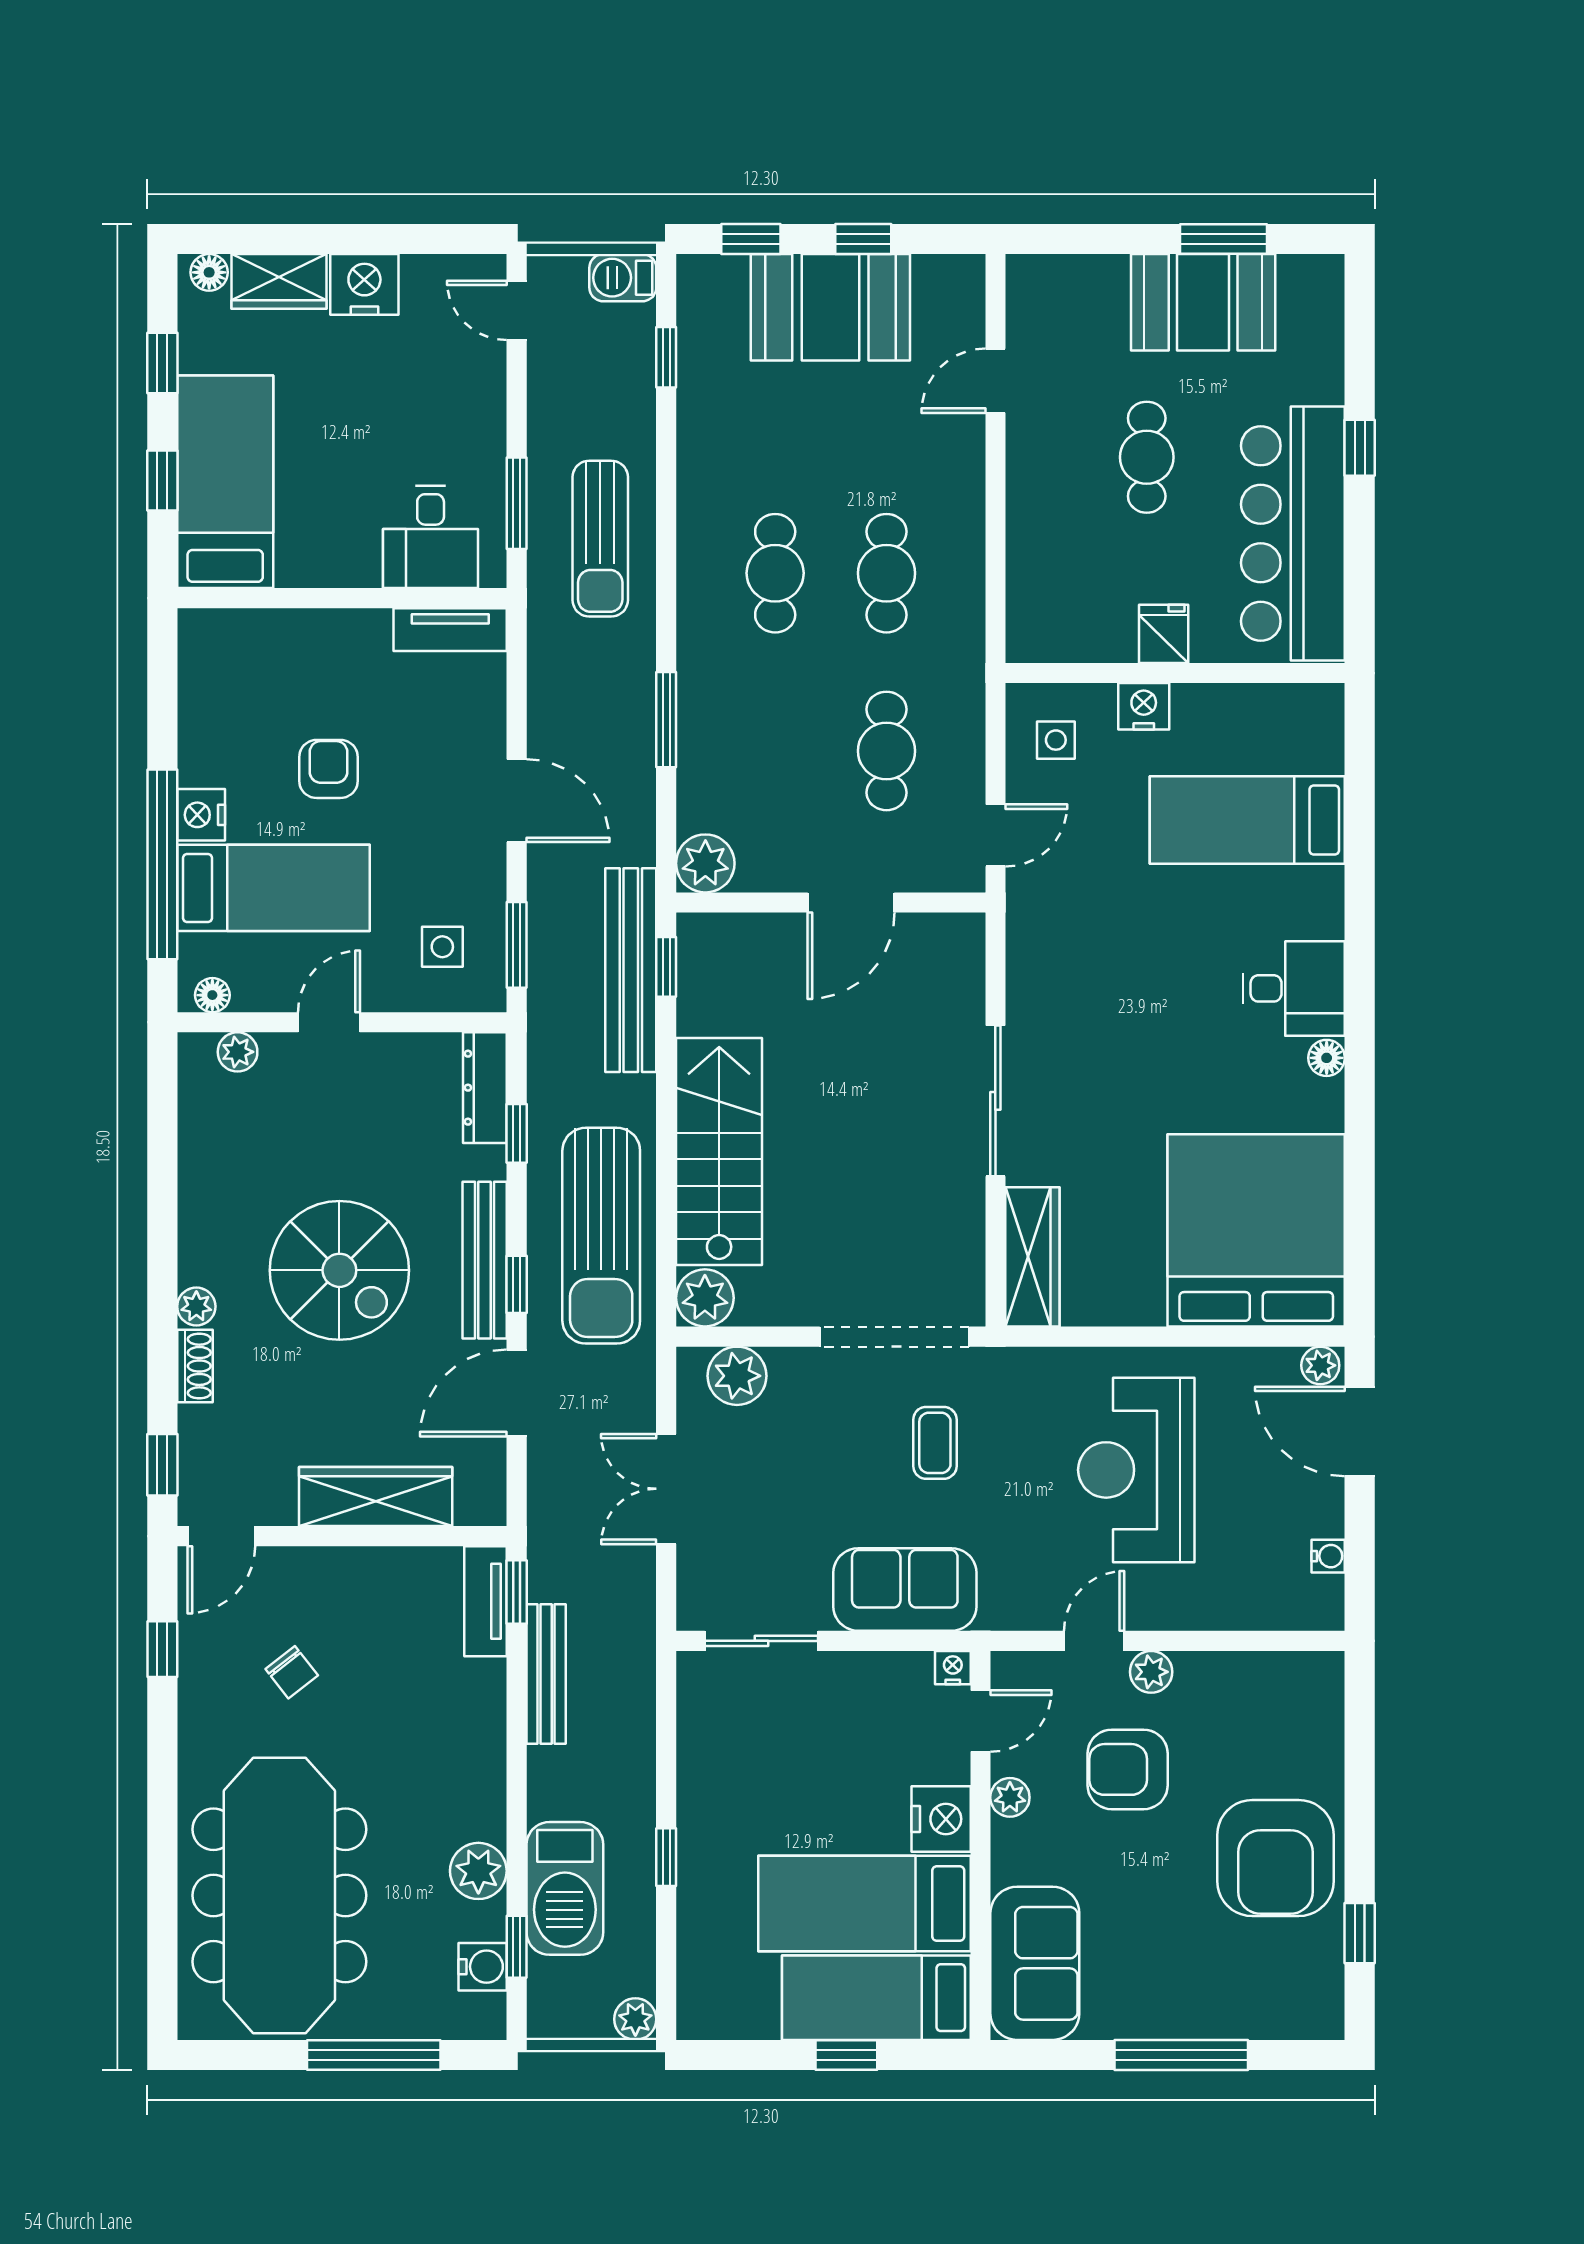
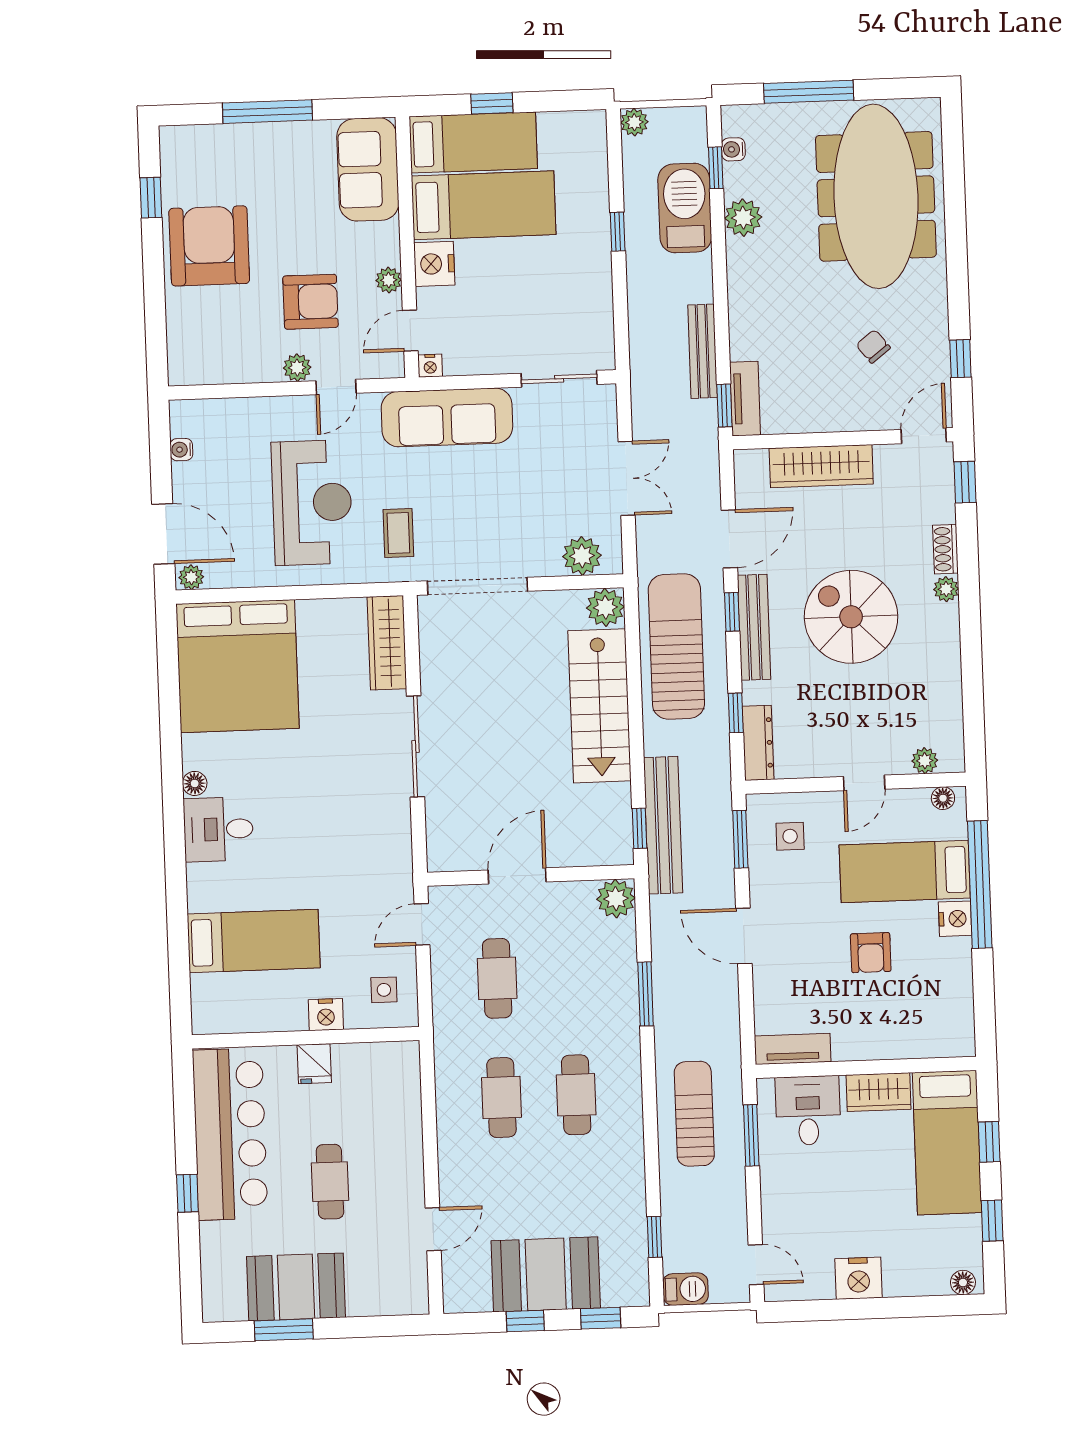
wardrobe: (279, 281) -> (879, 1092), moved, turned 180
coffee table: (935, 1443) -> (398, 533), moved
sofa: (905, 1590) -> (447, 417), width x1.36
water cooler: (483, 1967) -> (733, 149), width x0.72, depth x0.72

